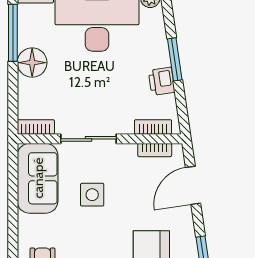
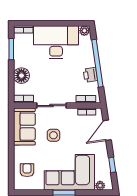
window: (13, 33) -> (11, 49), width x0.69
window: (175, 59) -> (97, 63), width x2.11
floor lamp: (32, 63) -> (21, 76), moved

